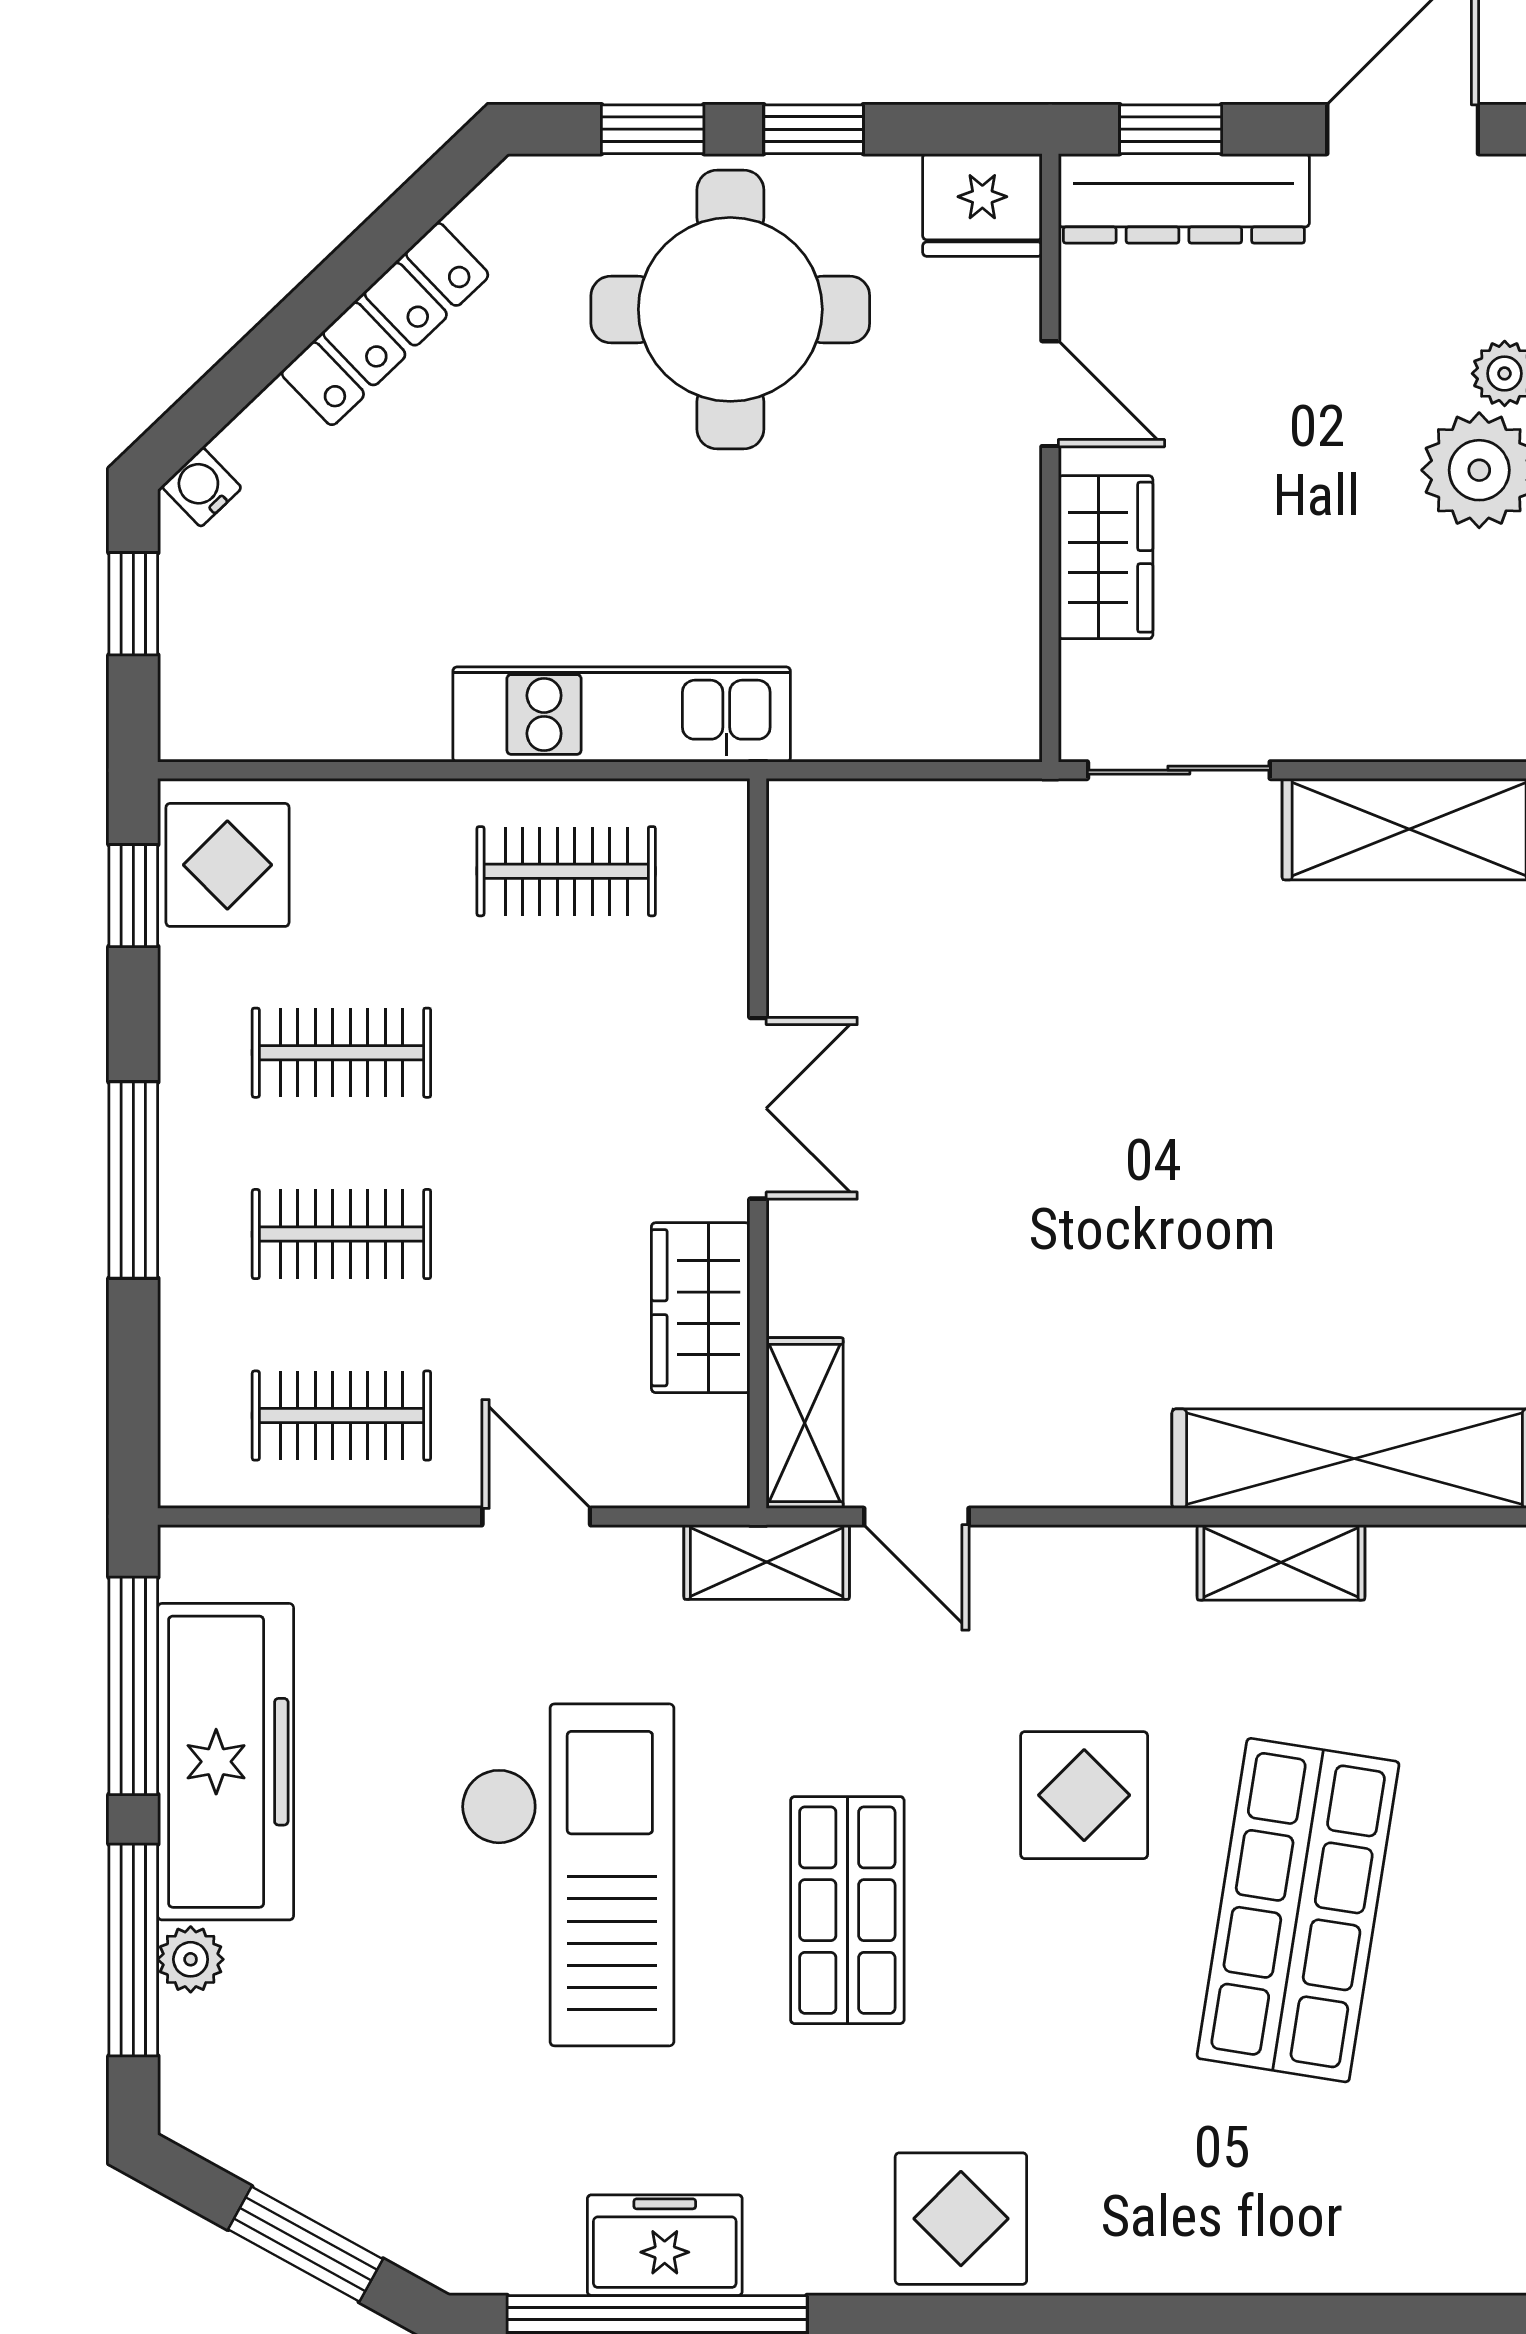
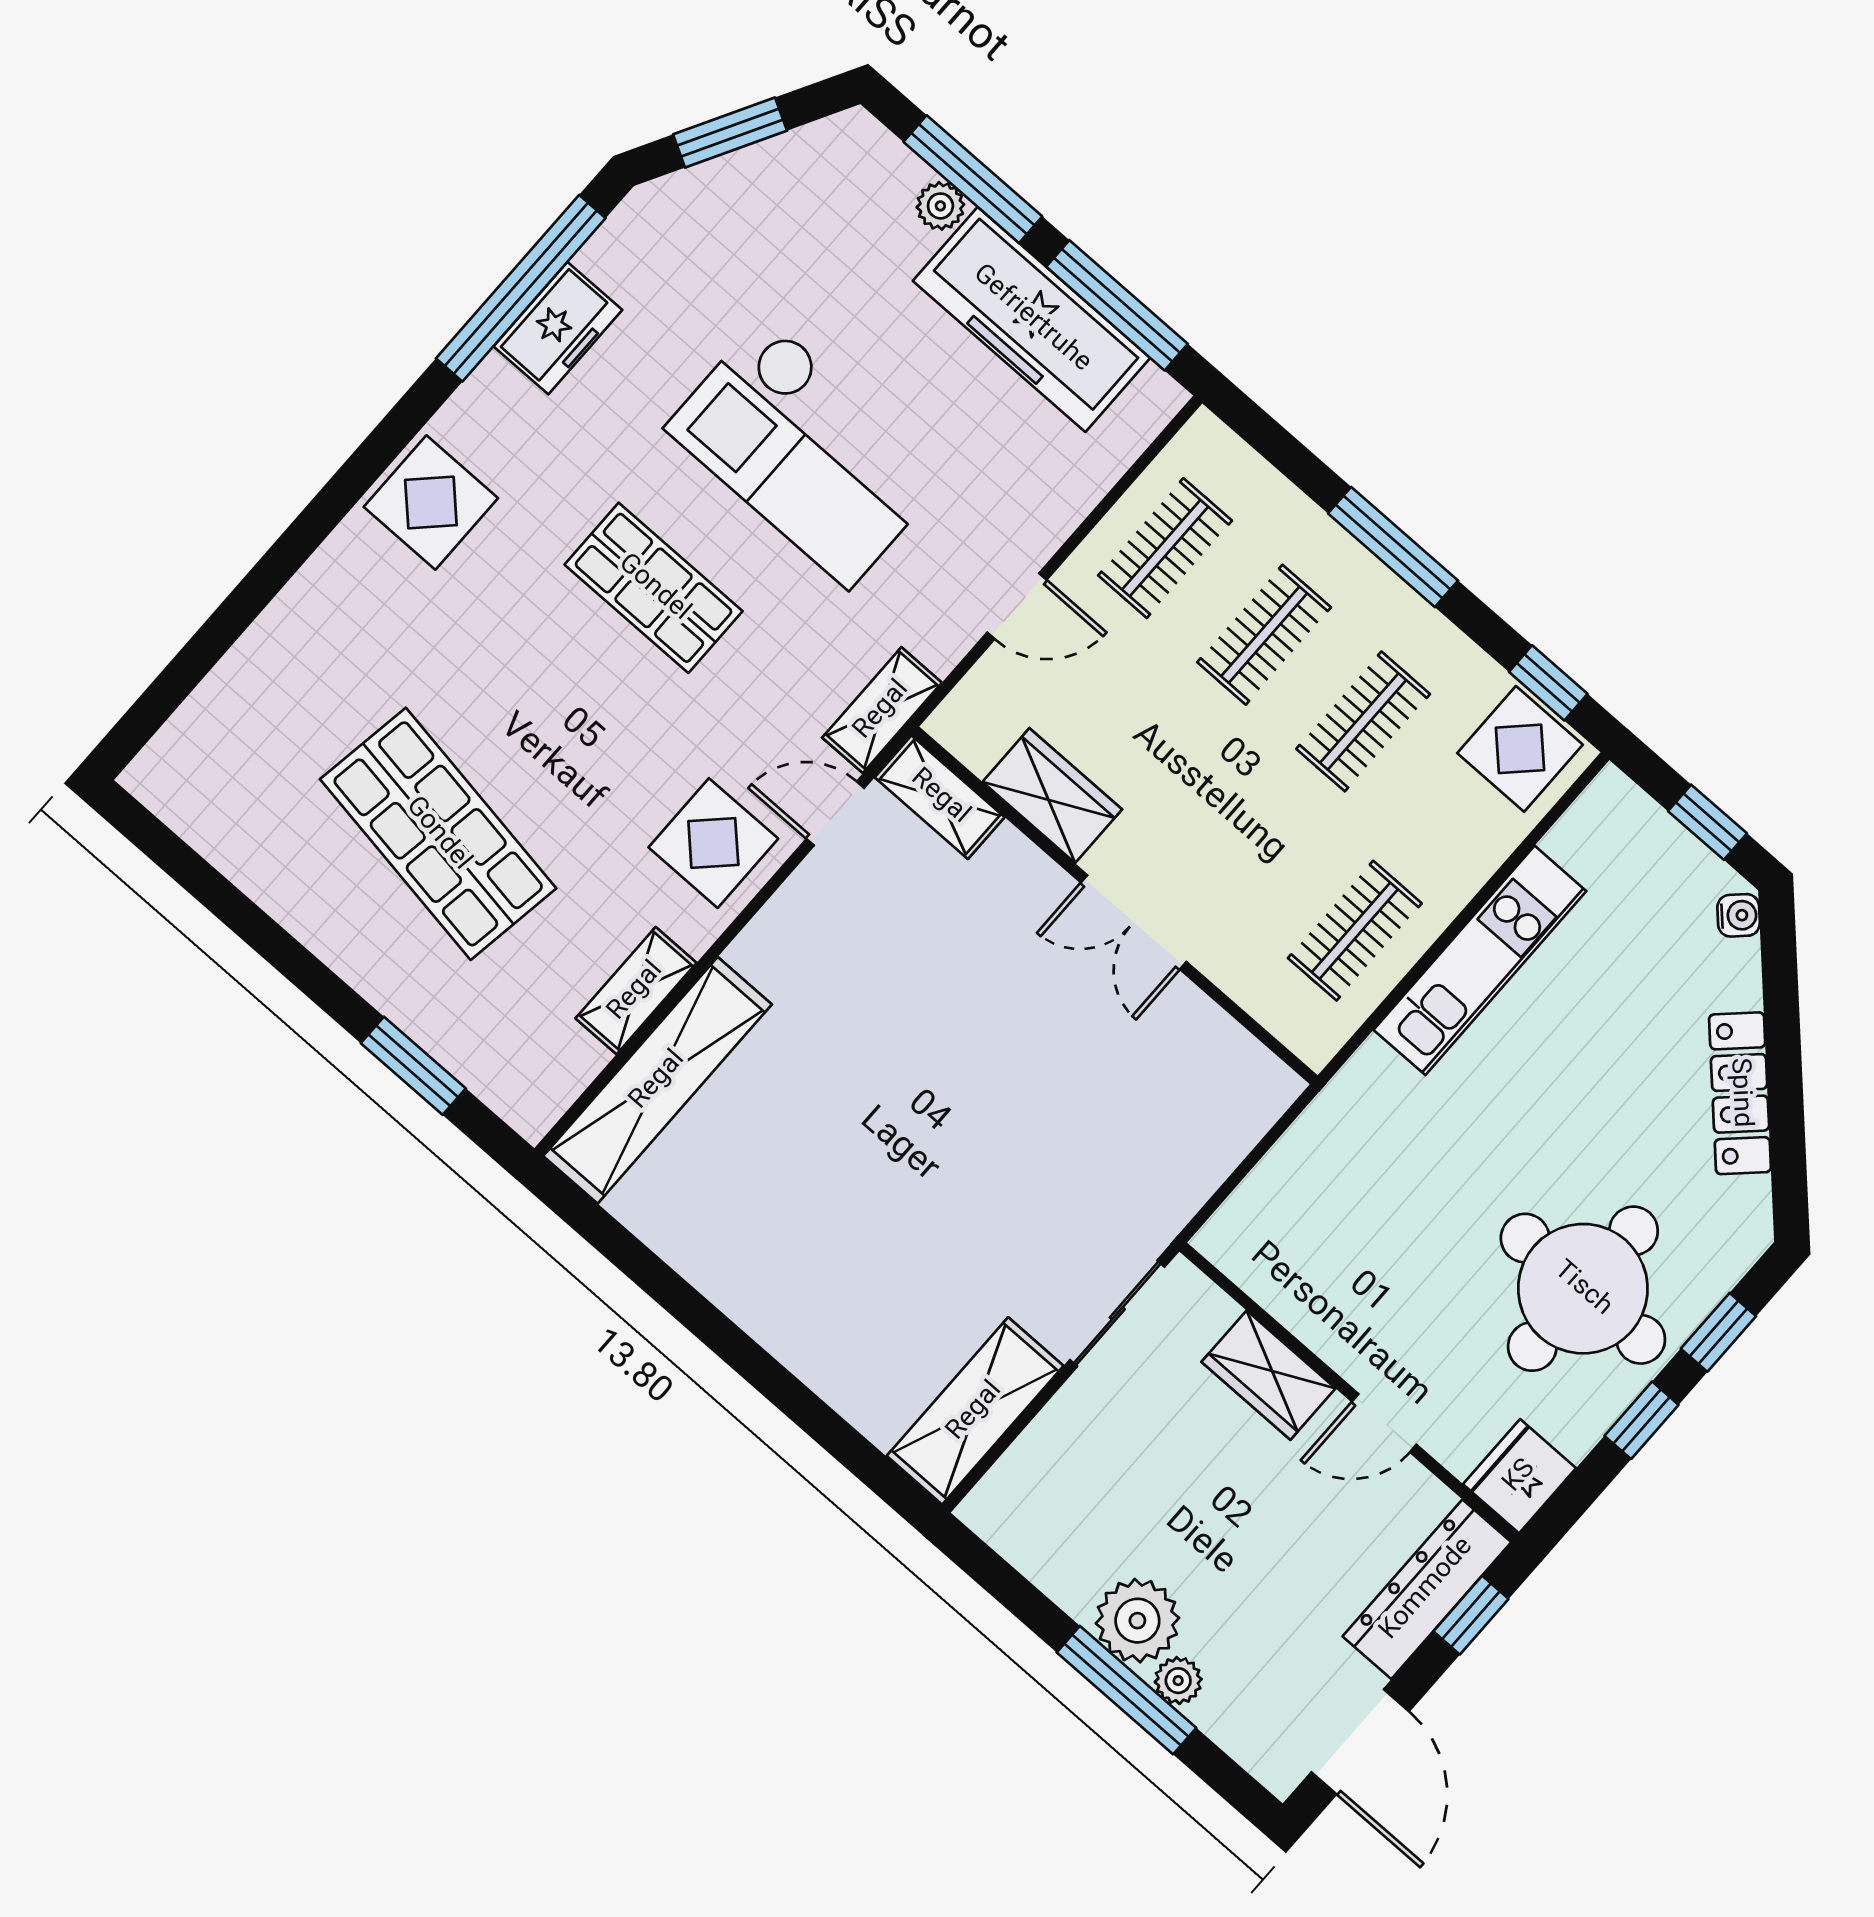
kitchen unit: (622, 714) -> (1480, 960), moved
display table: (1084, 1795) -> (713, 843), moved

